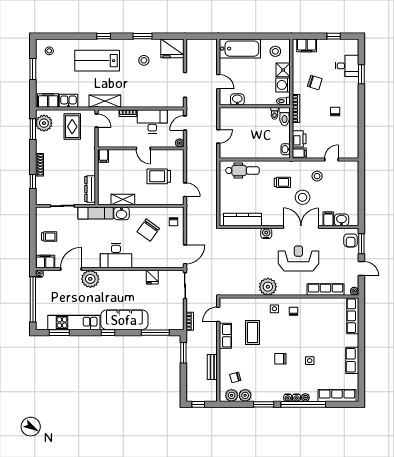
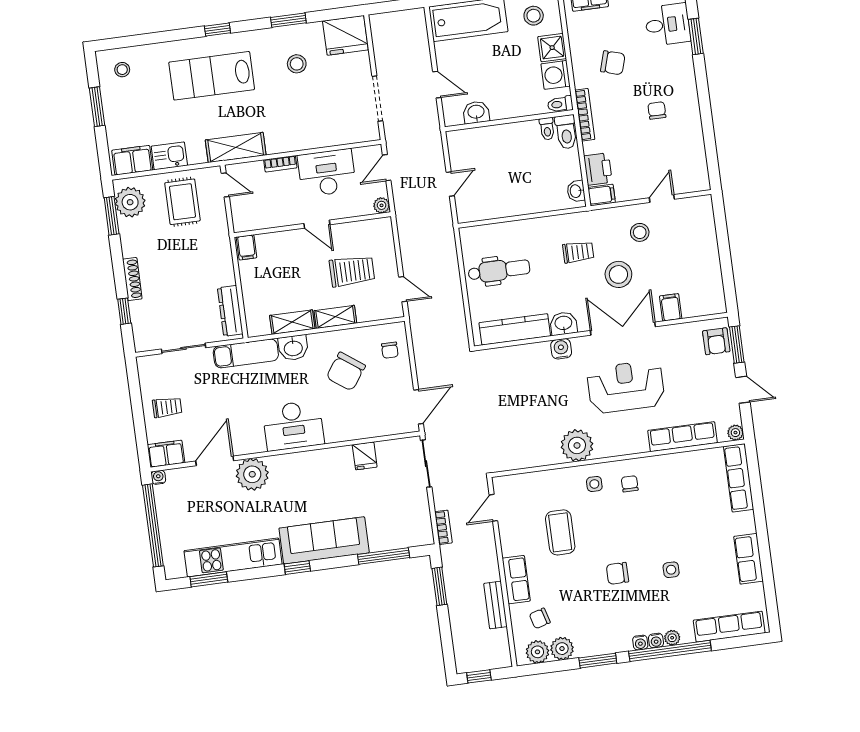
dental chair: (242, 171) -> (499, 270), moved
trolley: (159, 176) -> (352, 271), turned 180
shelving: (147, 200) -> (335, 317), added
washbasin: (342, 220) -> (563, 323), moved
row of seats: (225, 336) -> (516, 580), moved

